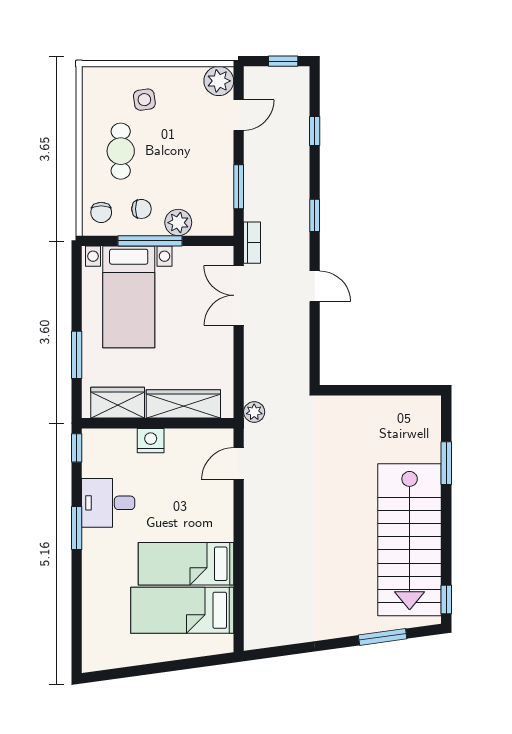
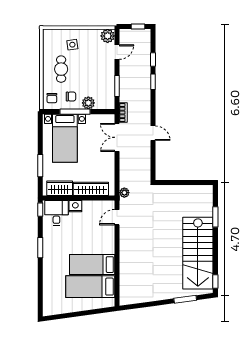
window: (315, 215) -> (153, 82), moved
desk: (108, 503) -> (56, 213), moved, turned 90

